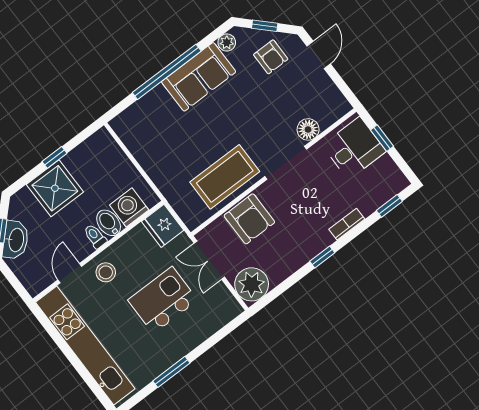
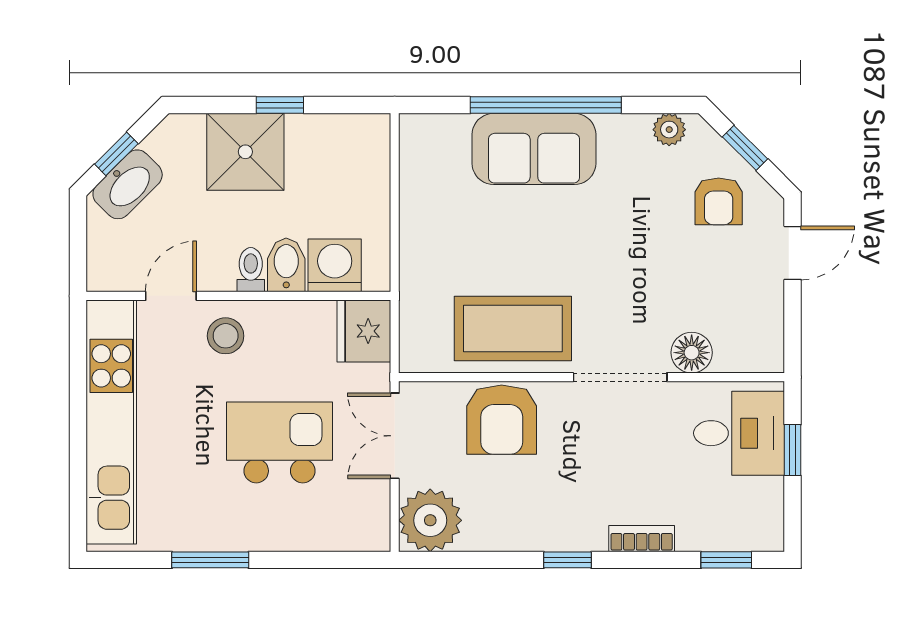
sofa: (199, 77) -> (534, 149), moved

